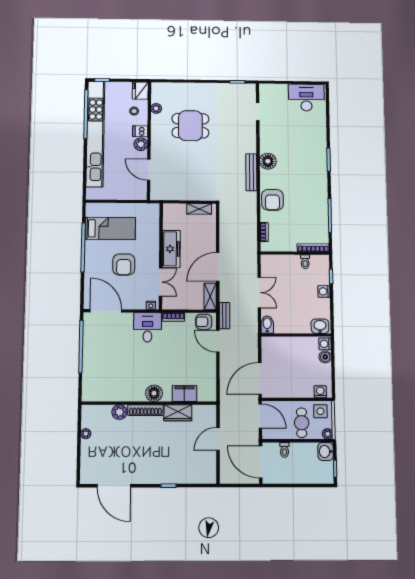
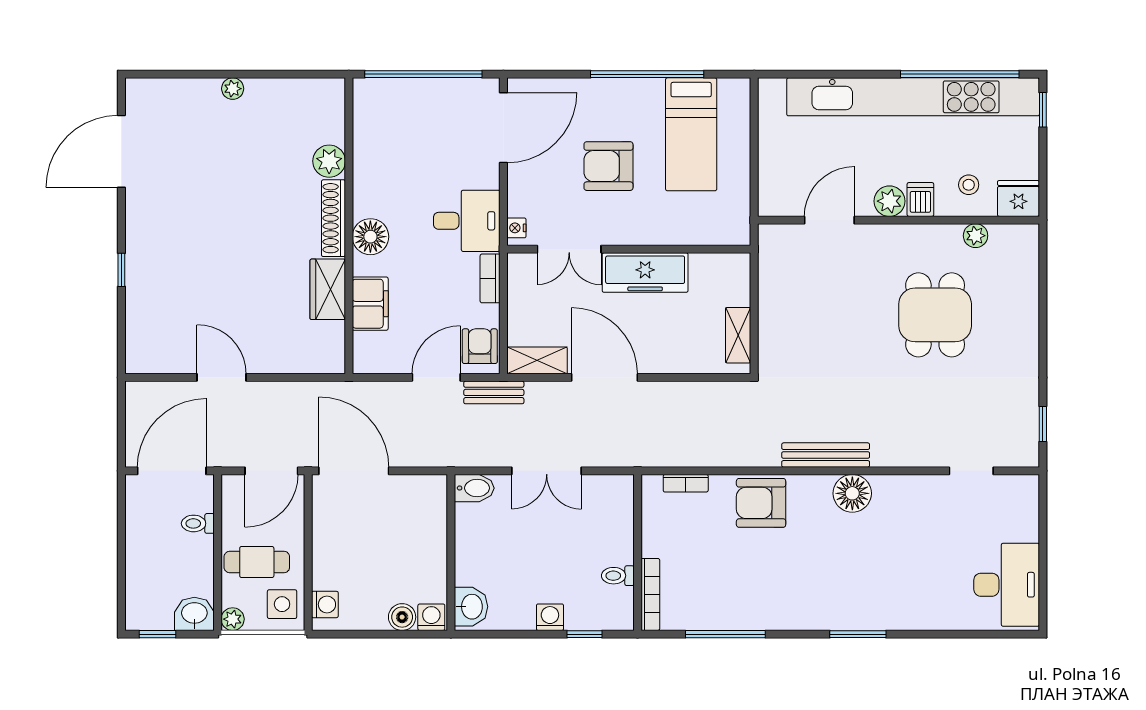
floor lamp: (154, 393) -> (370, 237), moved
filing cabinet: (184, 393) -> (370, 304), moved
wall: (149, 403) -> (349, 226), moved
shoe rack: (145, 410) -> (333, 218), moved
plant: (119, 412) -> (329, 161), moved
wardrobe: (178, 413) -> (328, 289), moved

